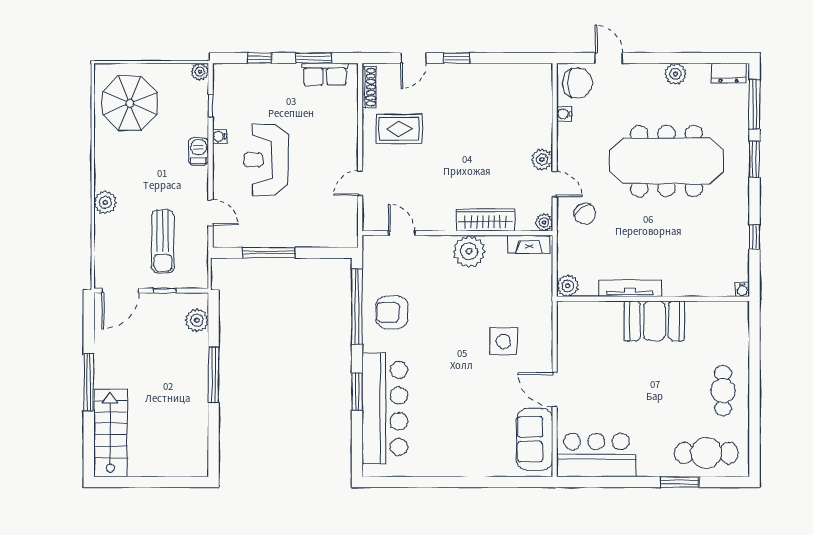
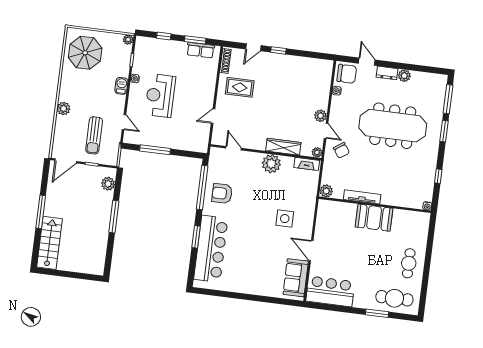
dresser: (729, 73) -> (387, 73), moved

